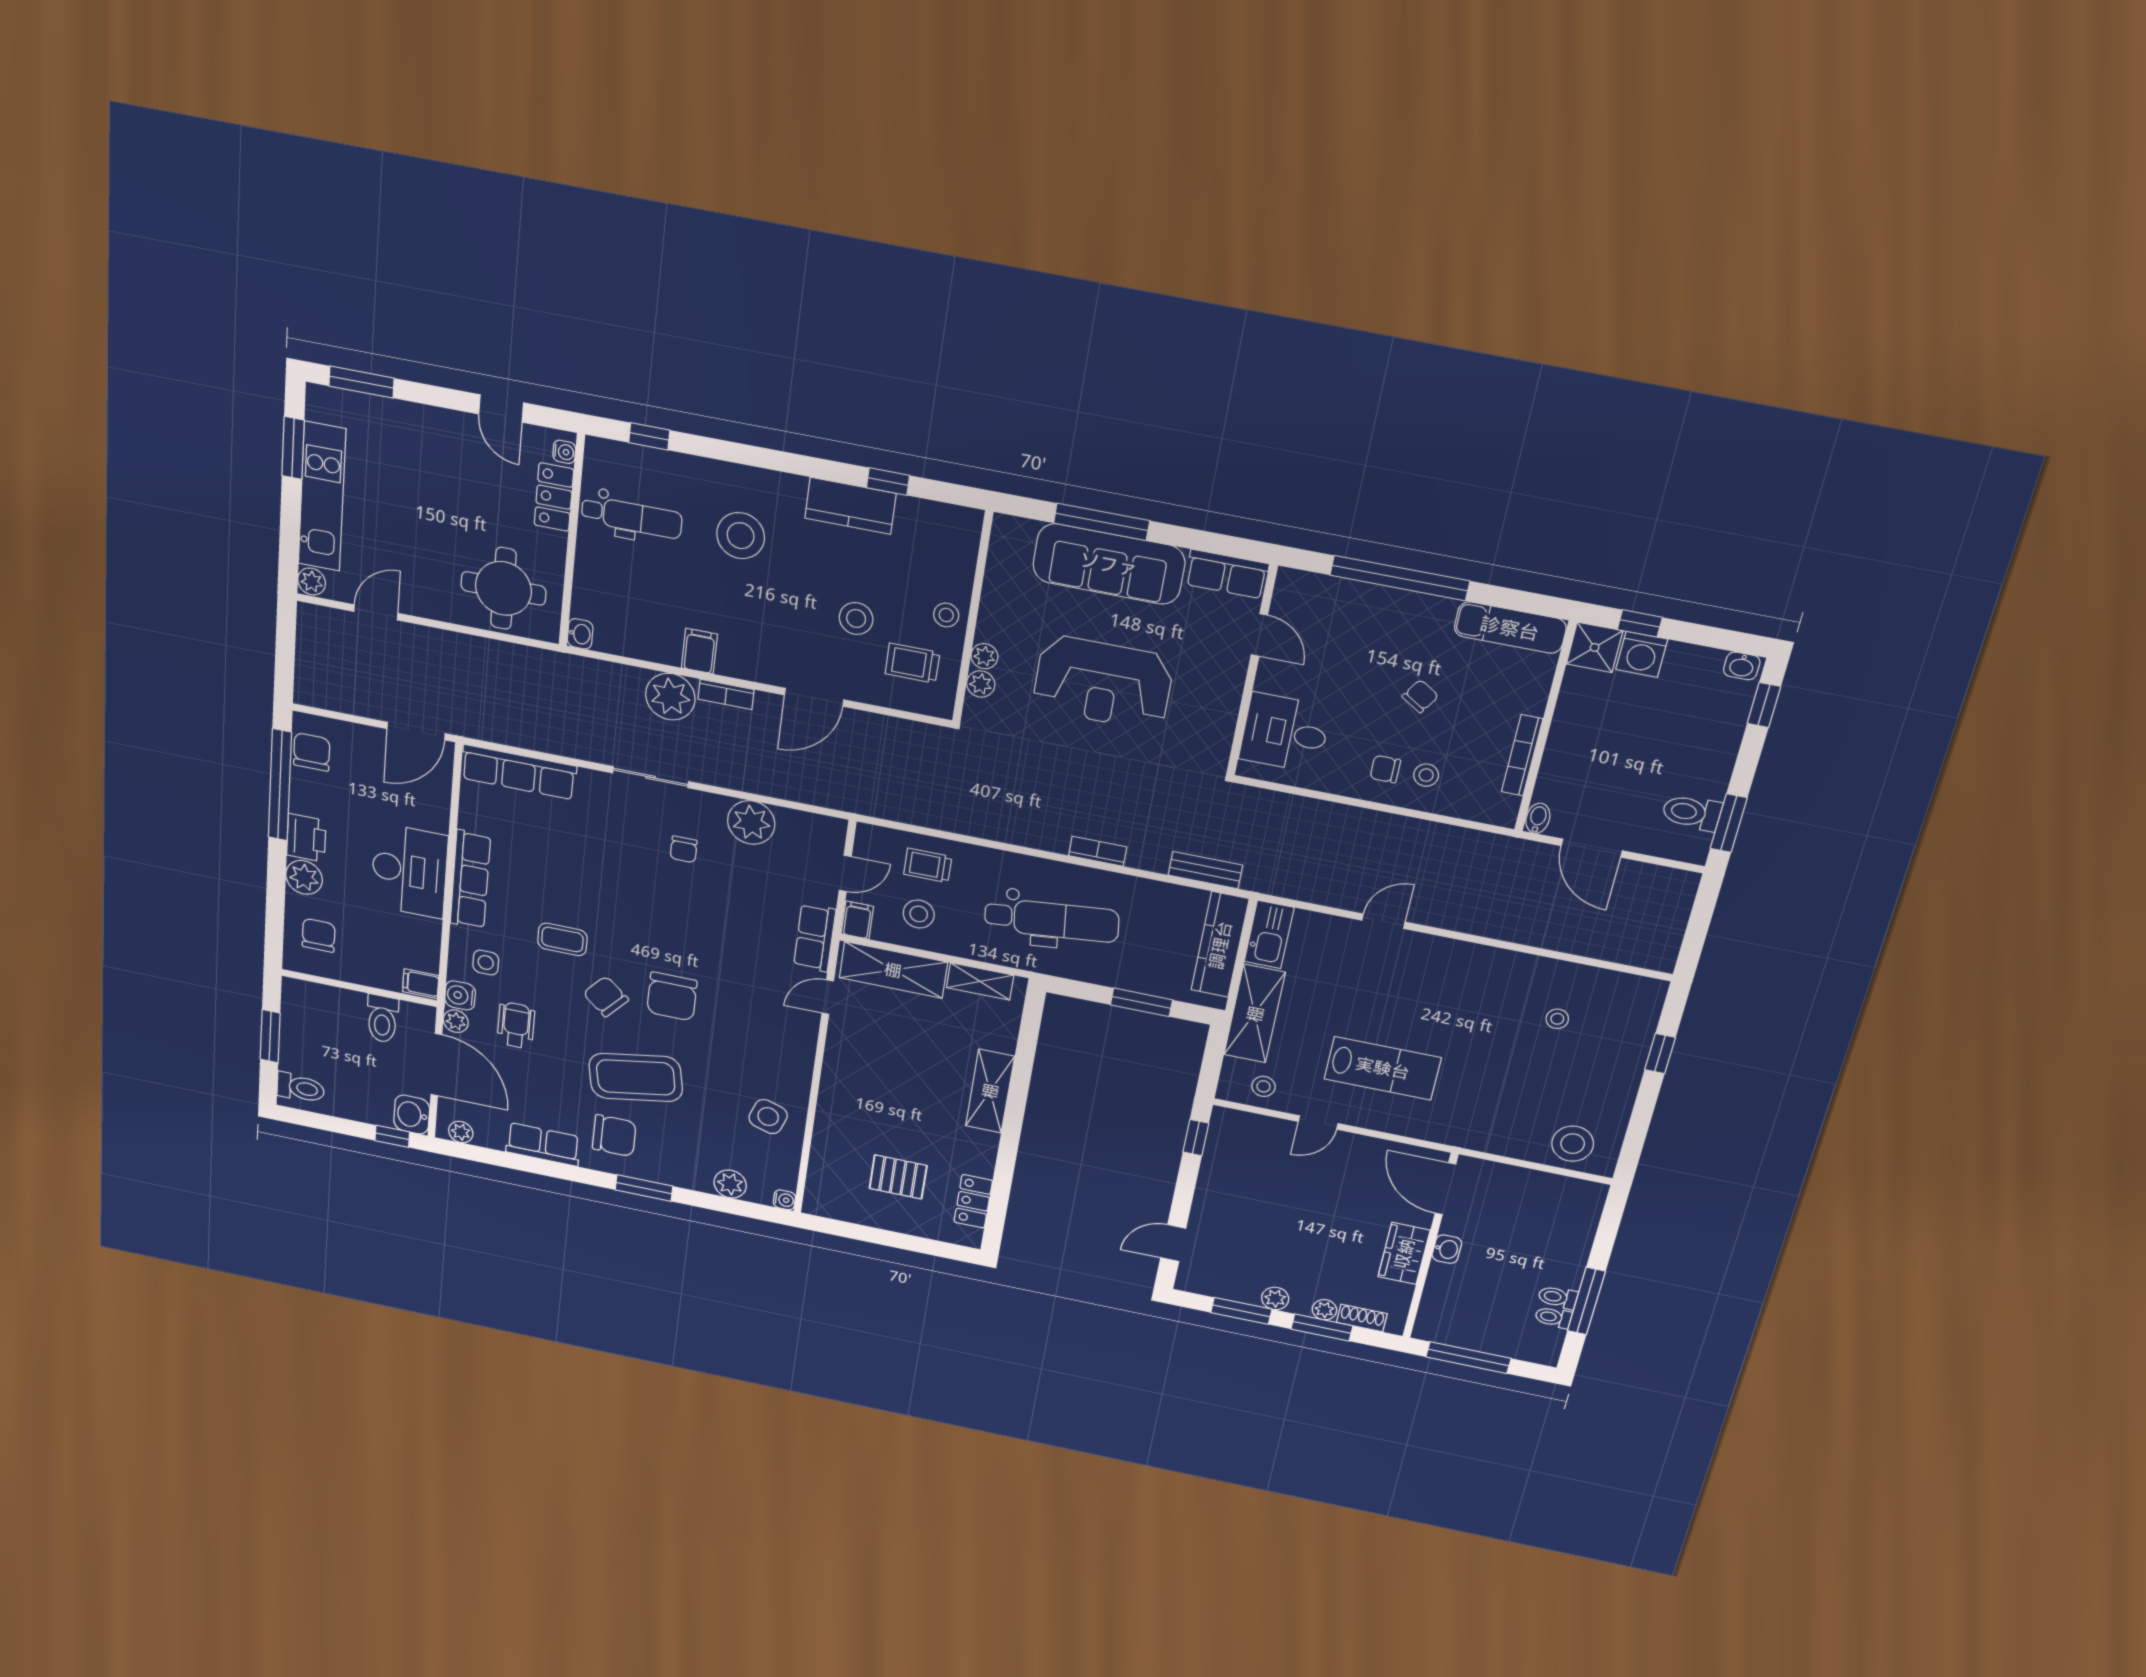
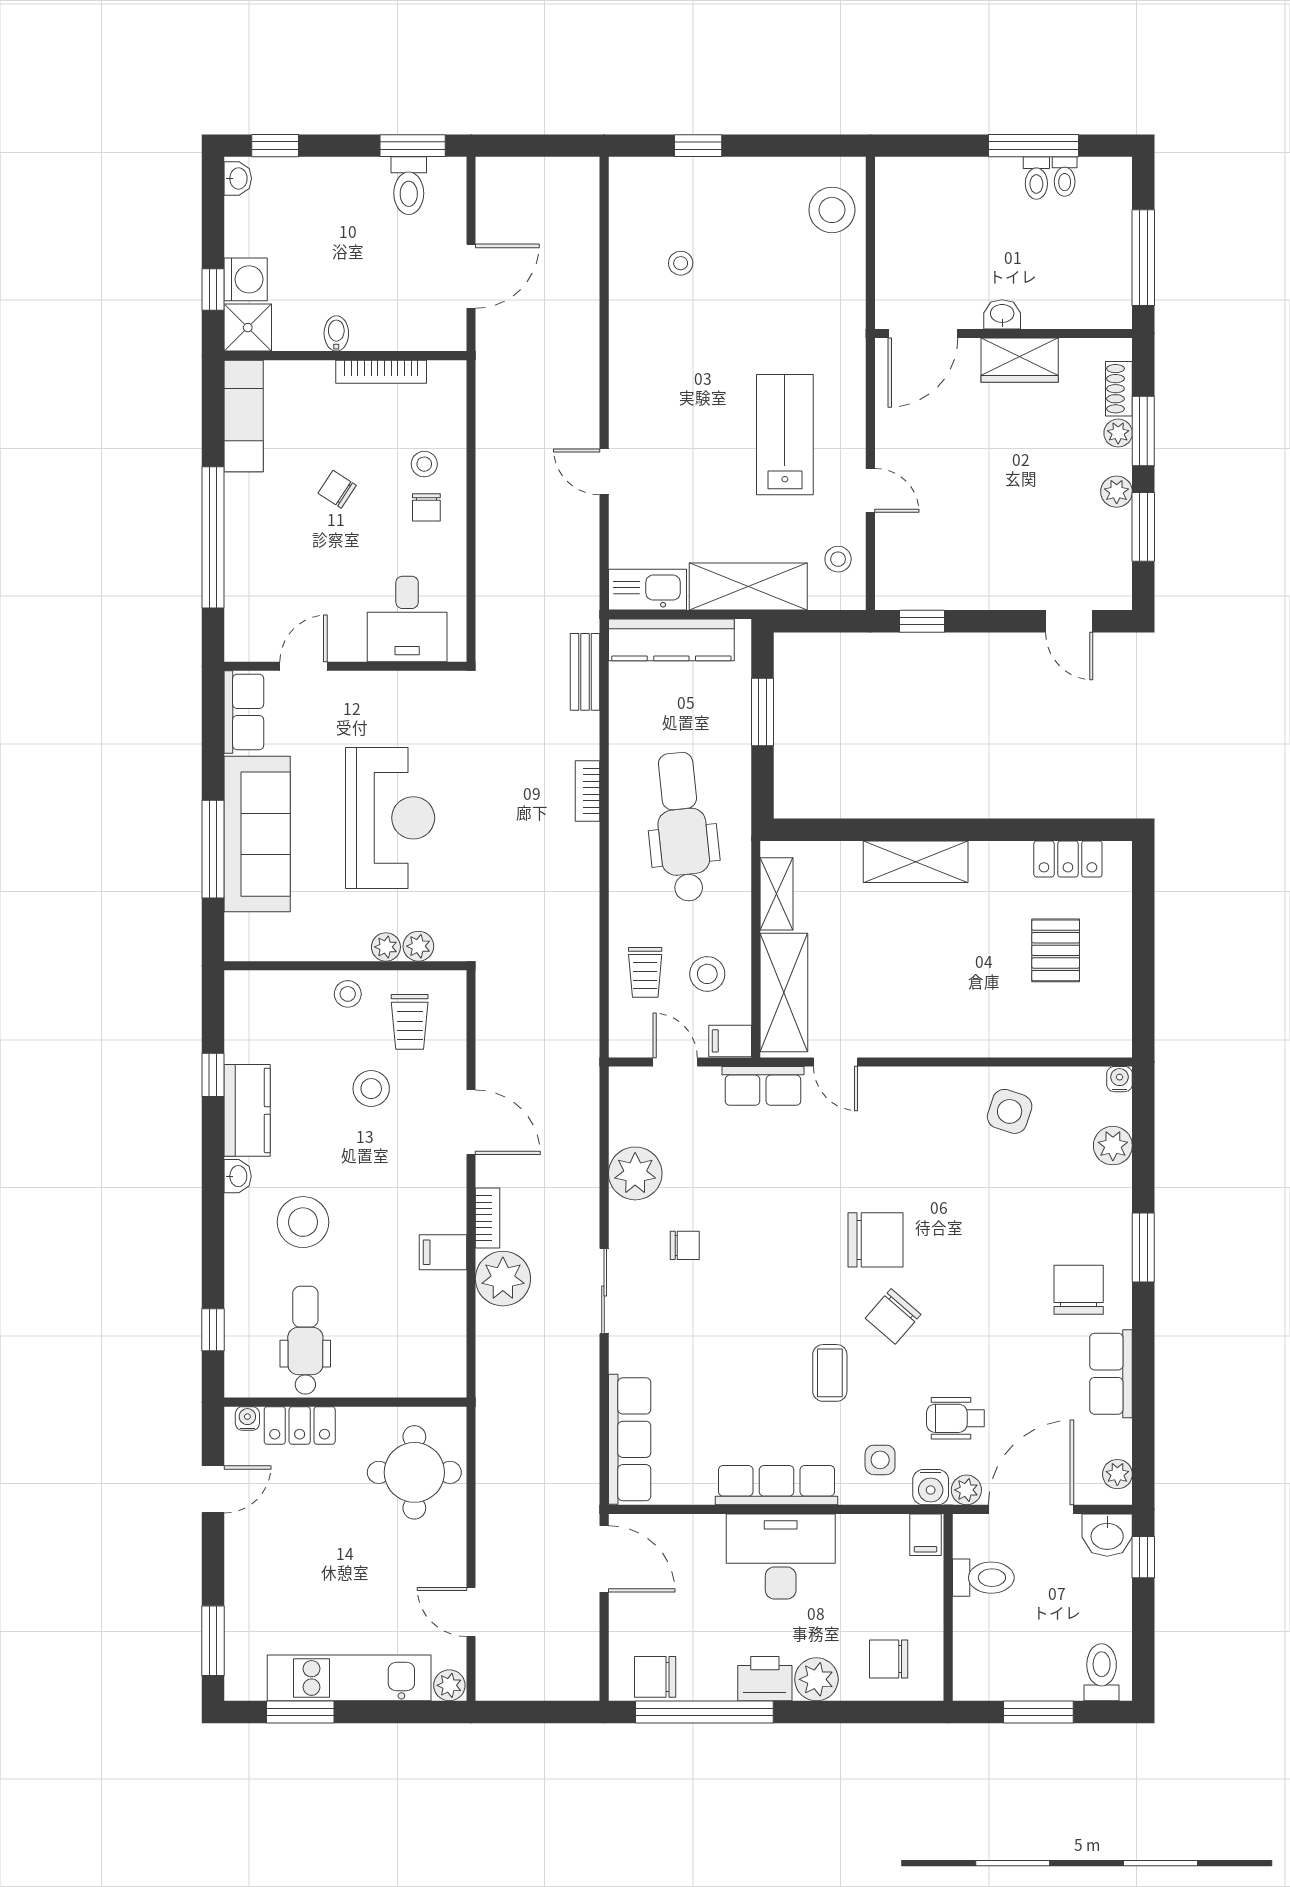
washbasin: (580, 634) -> (238, 1176), moved, turned 90
bidet: (1538, 818) -> (336, 333), moved, turned 90
coffee table: (636, 1077) -> (993, 1272), removed

